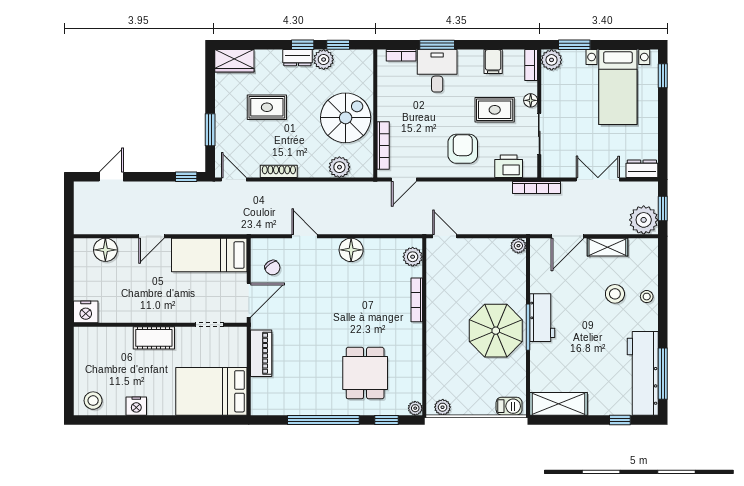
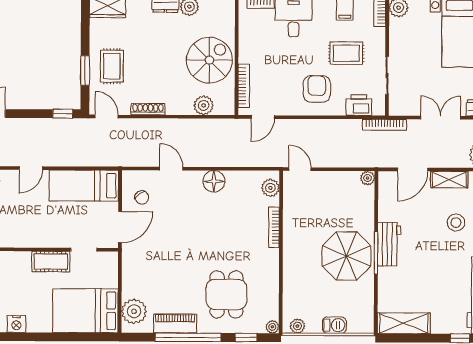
floor lamp: (531, 100) -> (379, 45), removed
rug: (267, 107) -> (112, 66), moved, turned 90
cot: (154, 338) -> (51, 261), moved
piano: (261, 353) -> (175, 323), moved, turned -90
plant: (264, 392) -> (134, 311), added
barbecue: (509, 406) -> (334, 325), moved

